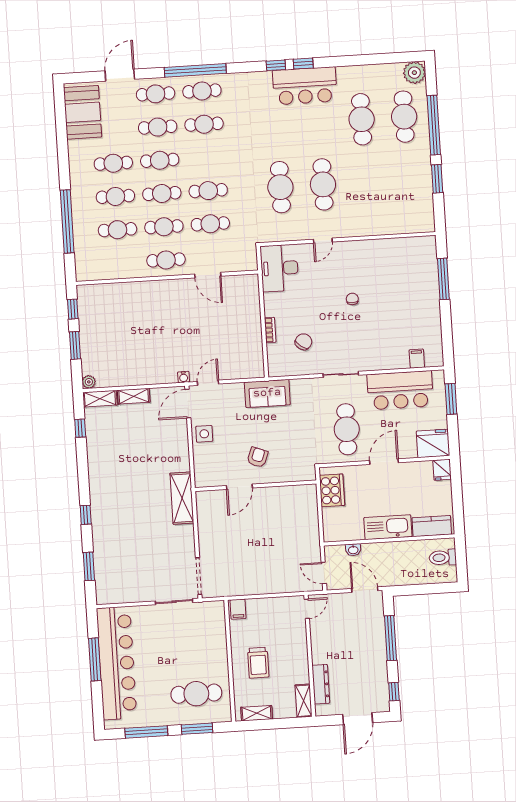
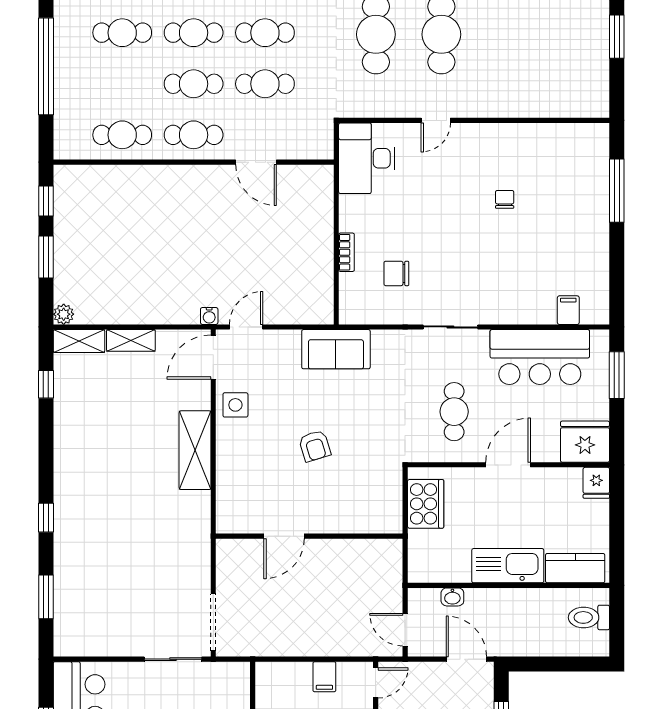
cafe table: (117, 230) -> (122, 135), moved
chair: (352, 299) -> (505, 199), moved
chair: (304, 342) -> (396, 273), turned -125
cafe table: (347, 429) -> (454, 412), width x0.73, depth x0.74
armchair: (257, 457) -> (315, 446), turned 142
wall: (256, 486) -> (309, 536), moved
door: (239, 487) -> (284, 536), moved
shelving: (182, 498) -> (195, 450), moved
filing cabinet: (238, 609) -> (324, 677), moved

